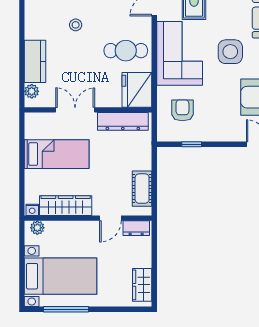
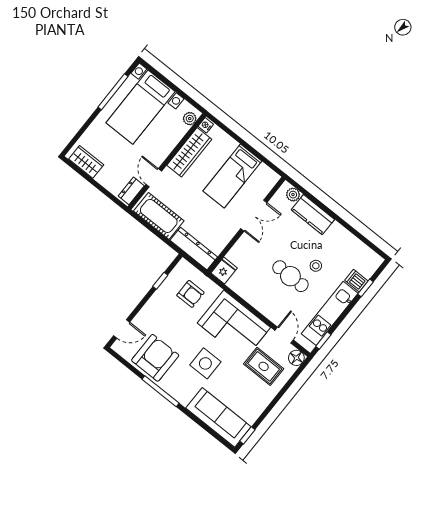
cafe table: (126, 51) -> (290, 276), moved, turned 90
fridge: (137, 90) -> (224, 270), width x0.53, depth x0.75
dresser: (123, 121) -> (194, 249), moved, turned 90
cot: (142, 189) -> (159, 216), width x1.37, depth x1.34

